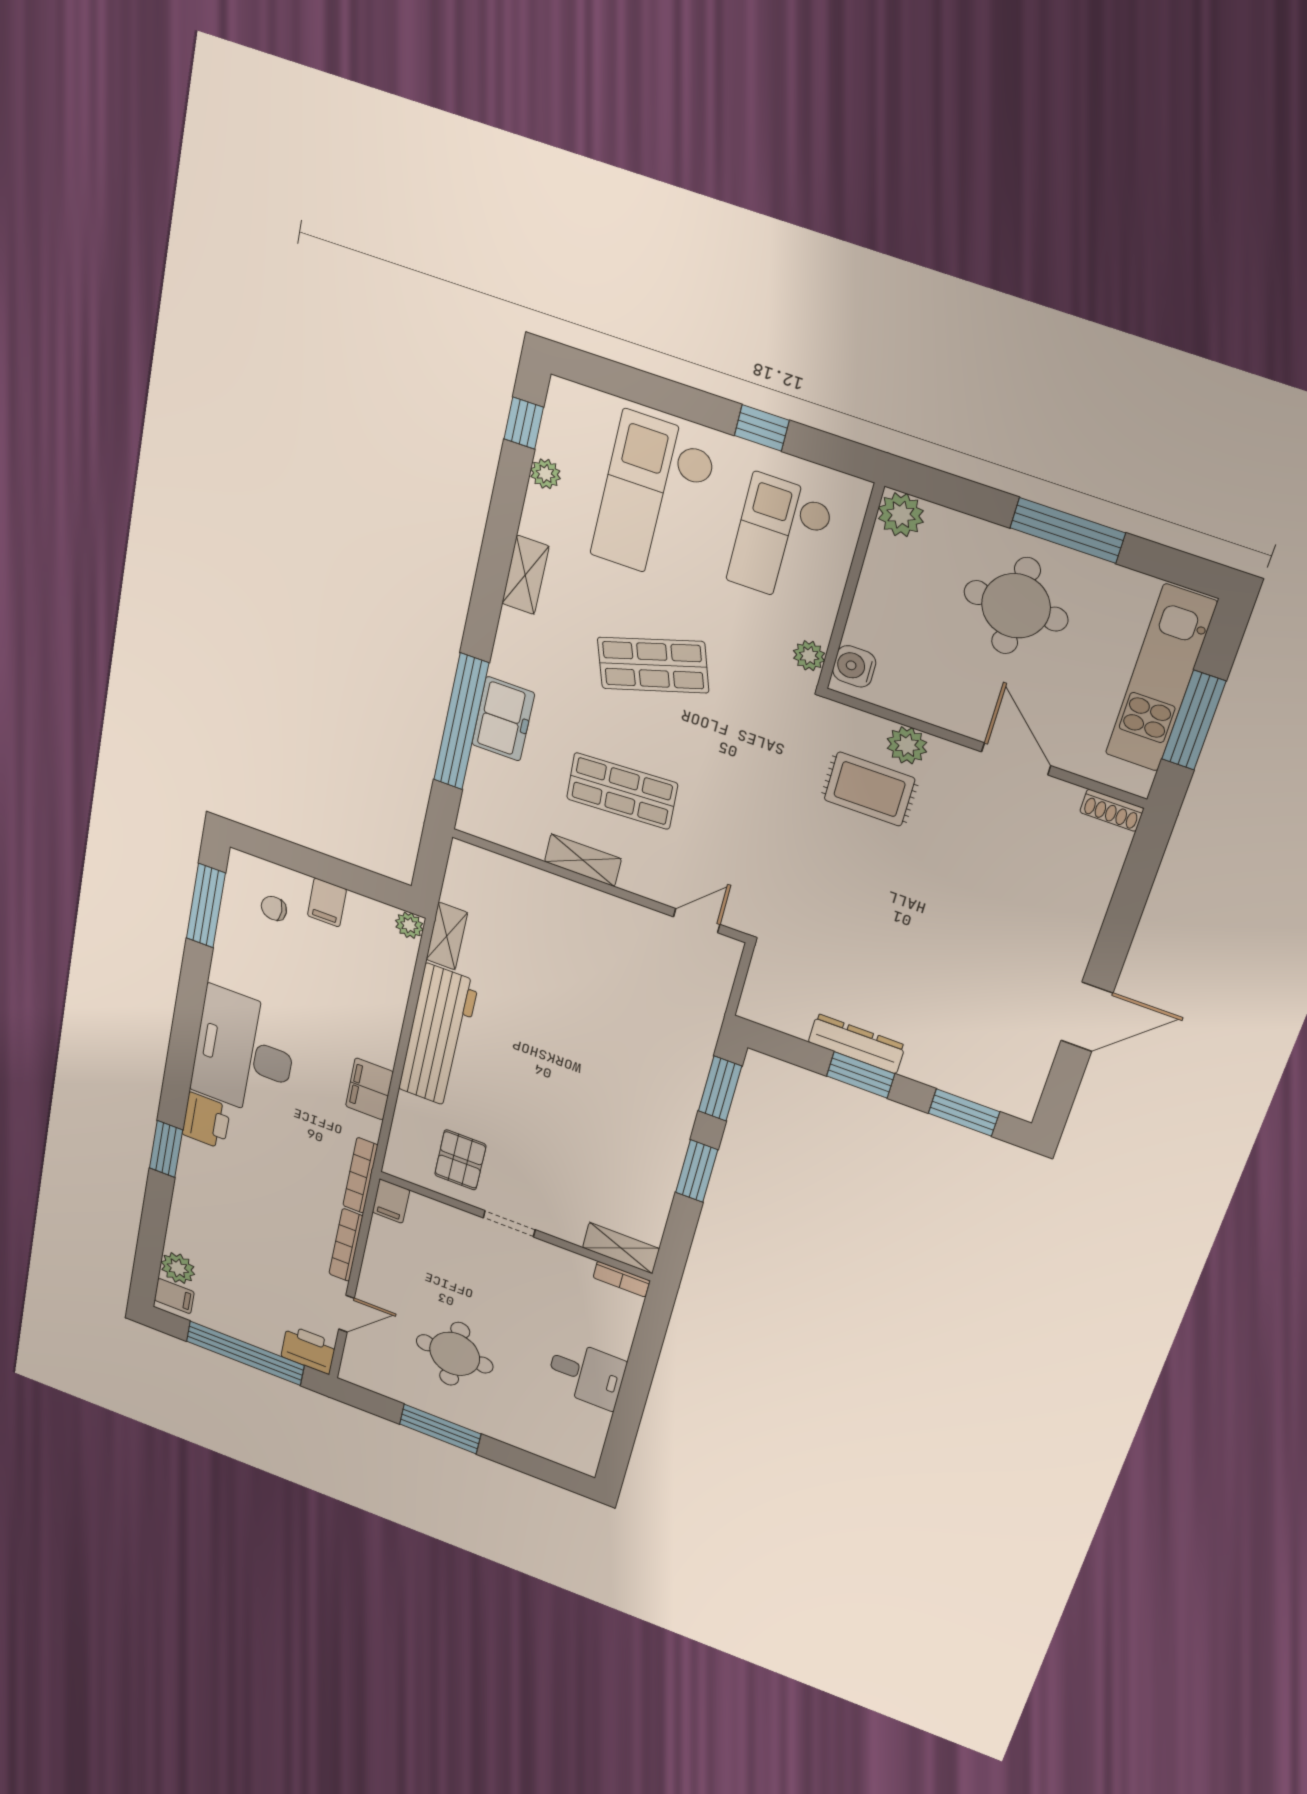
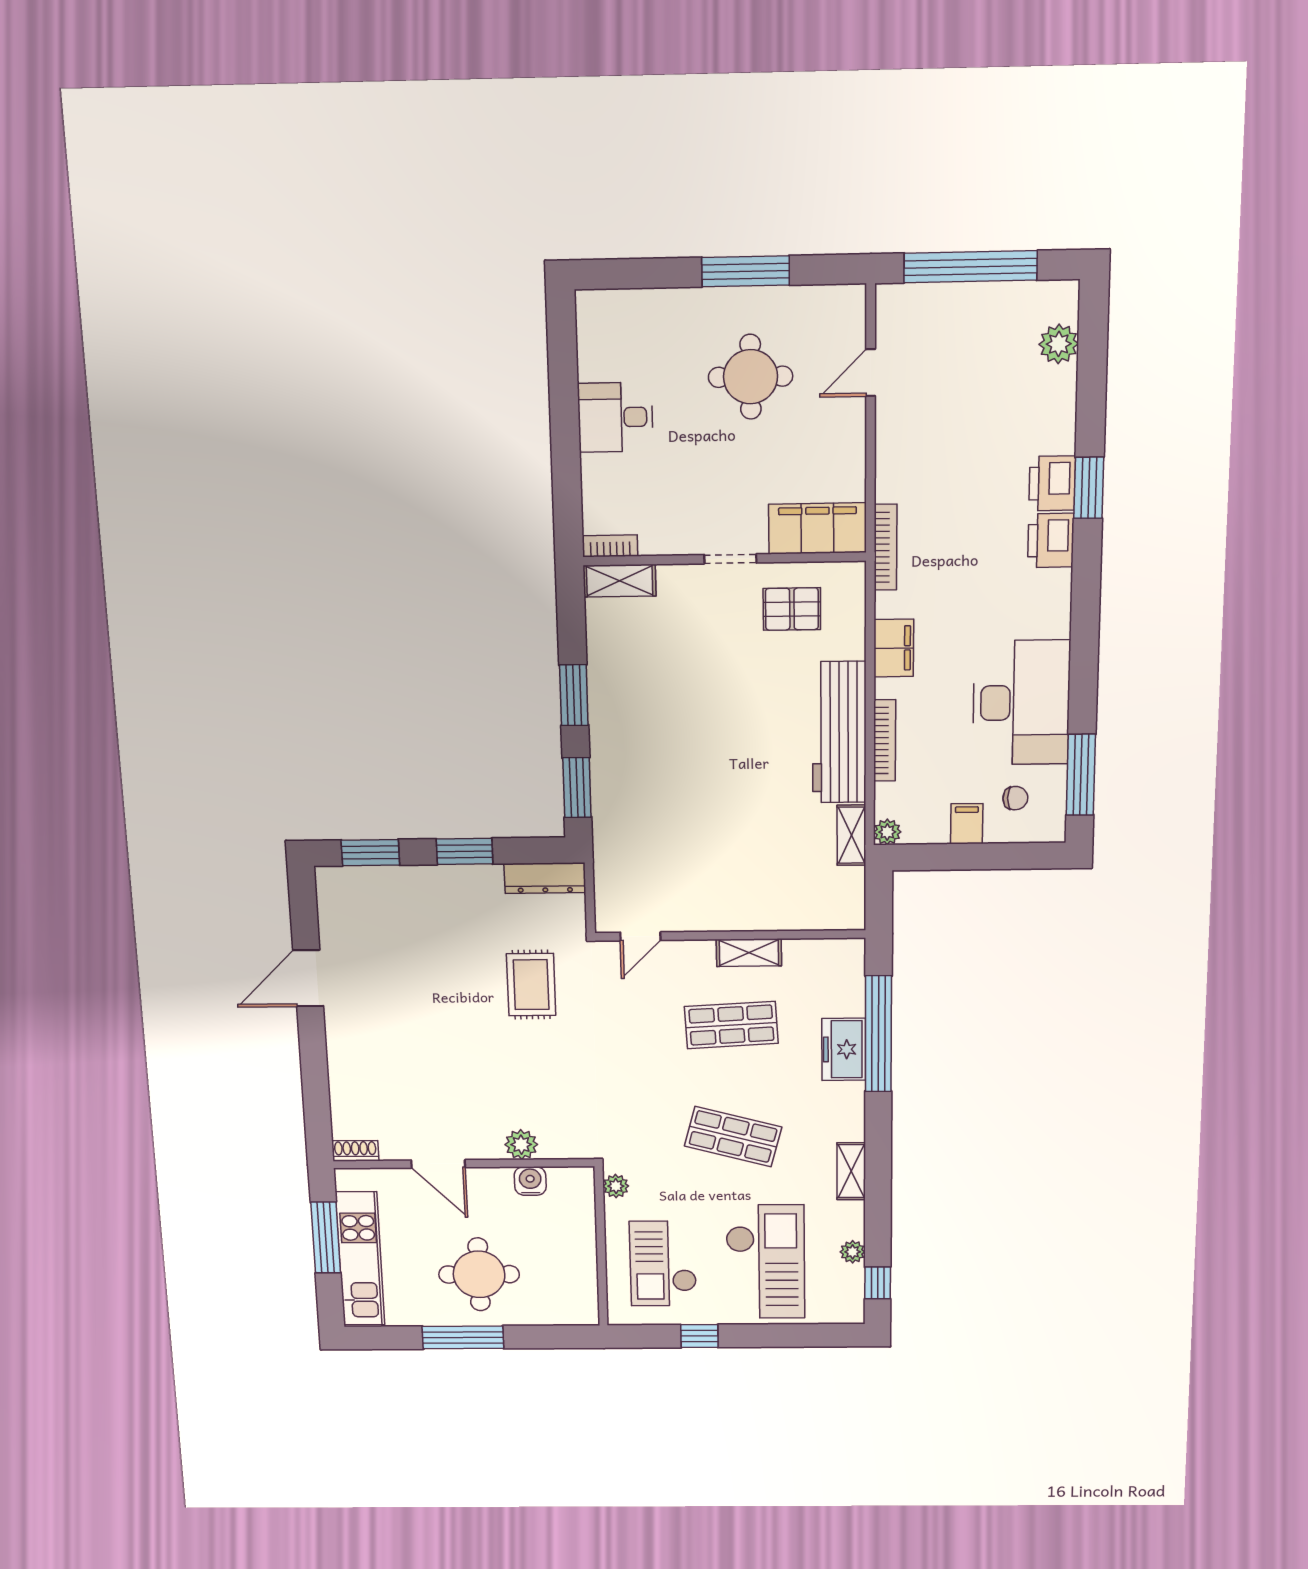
plant: (901, 515) -> (582, 1310), removed
checkout: (780, 539) -> (663, 1264), turned 180
shop shelf: (653, 665) -> (733, 1137), turned 33
water cooler: (854, 666) -> (530, 1181), moved, turned -90
rug: (869, 789) -> (531, 985), moved, turned 90
dresser: (857, 1044) -> (545, 878), moved
desk: (244, 1053) -> (1021, 703), moved
pallet: (460, 1160) -> (792, 609), turned 90
filing cabinet: (391, 1201) -> (818, 528), width x3.00, depth x1.17
bookcase: (346, 1245) -> (885, 740), moved
filing cabinet: (174, 1296) -> (1058, 305), removed
printer: (309, 1350) -> (1052, 483), moved, turned 90

